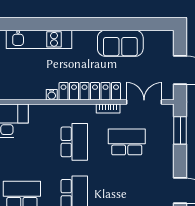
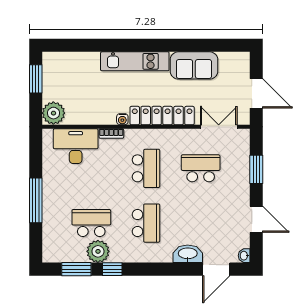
kitchen unit: (39, 39) -> (135, 61), moved
bookcase: (108, 109) -> (111, 134), moved
window: (180, 130) -> (256, 169), moved

